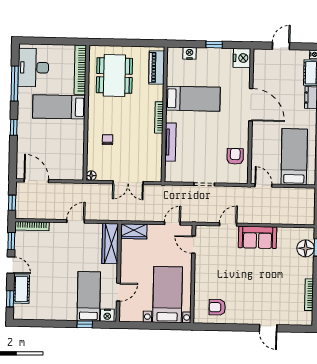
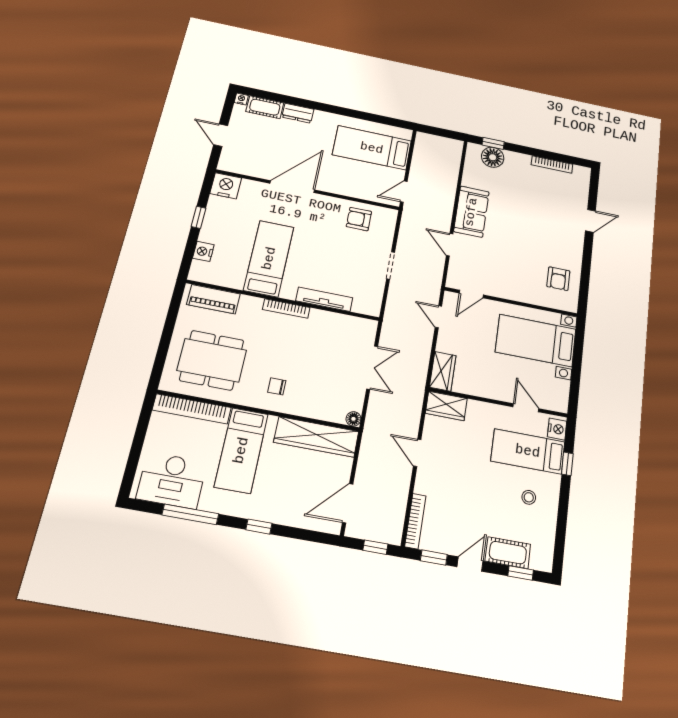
chair: (108, 140) -> (277, 386), moved
wardrobe: (75, 153) -> (316, 437), added
wardrobe: (110, 244) -> (446, 406), width x0.67
stool: (59, 300) -> (529, 497), added

